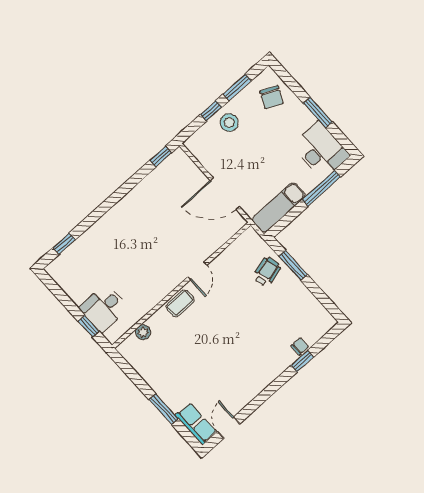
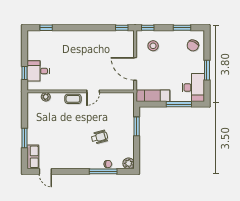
window: (211, 111) -> (148, 28), moved
stool: (229, 123) -> (153, 46), moved
wheelchair: (267, 272) -> (99, 137), moved
plant: (325, 322) -> (129, 163), added
window: (302, 361) -> (103, 171), width x2.17
door: (229, 428) -> (45, 171), swing flipped

